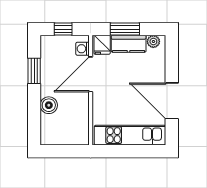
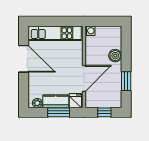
washing machine: (83, 49) -> (90, 31), moved

